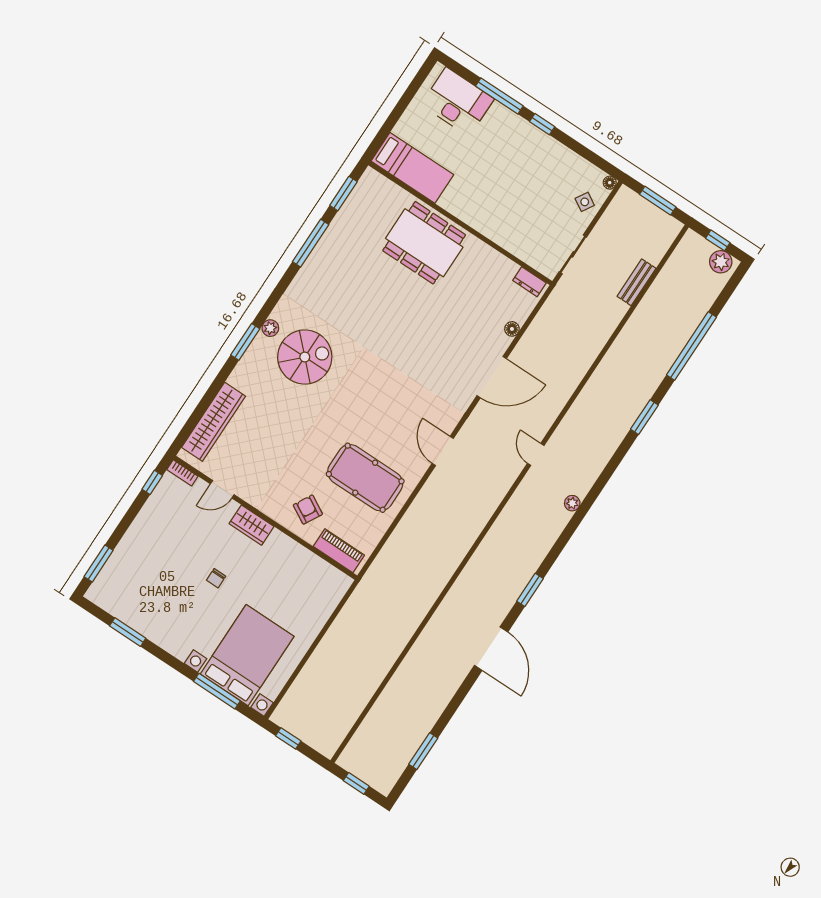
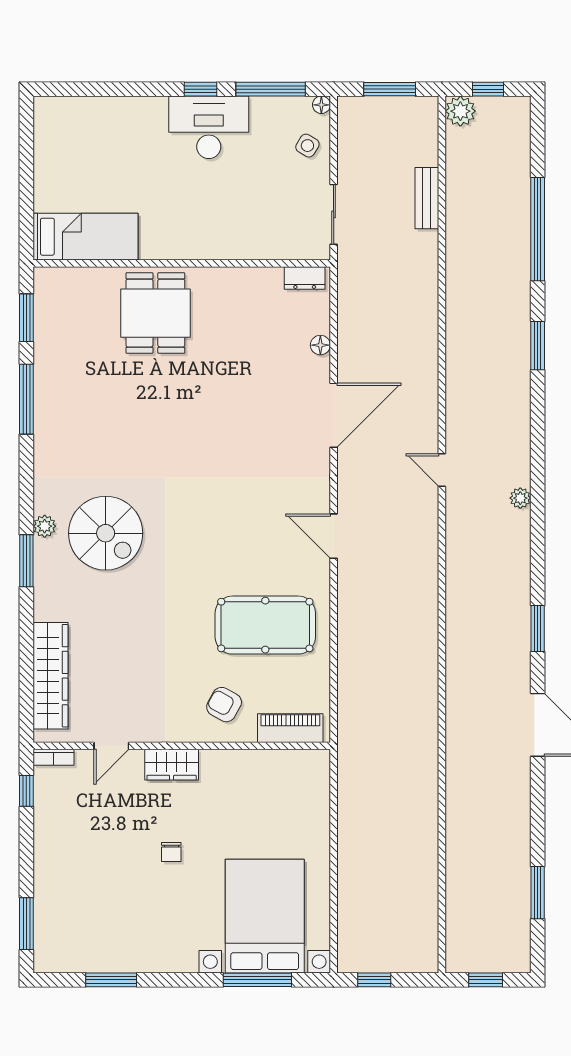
window: (499, 96) -> (271, 89), moved
desk: (458, 102) -> (209, 127), moved
dining table: (424, 243) -> (155, 313), width x0.73
plant: (721, 262) -> (460, 111), moved
spiral stairs: (305, 357) -> (106, 533), turned 90

